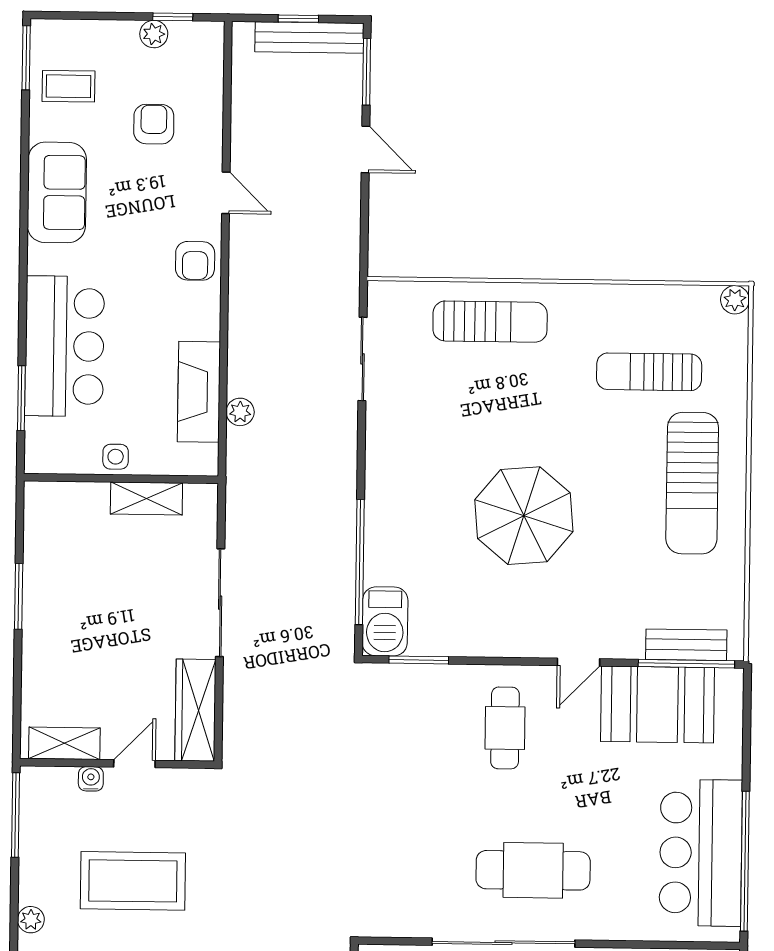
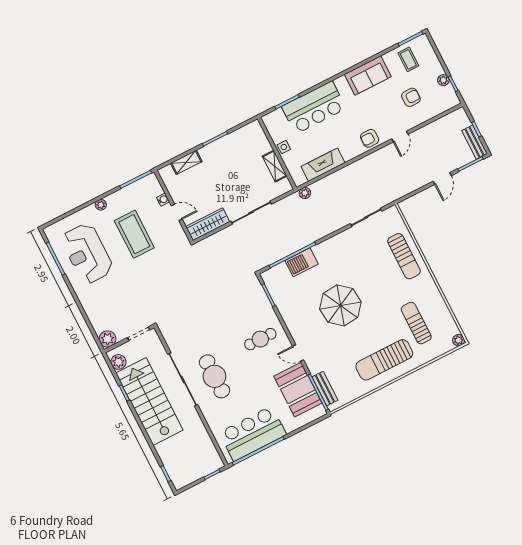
bench: (309, 37) -> (474, 142), width x0.73
plant: (240, 412) -> (305, 193), moved
barbecue: (385, 621) -> (302, 262), moved
shelving: (64, 743) -> (186, 162), moved, turned 90

